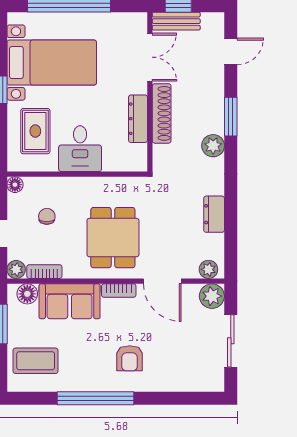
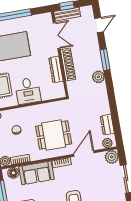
dresser: (214, 214) -> (107, 125), moved
dining table: (113, 238) -> (54, 135), turned 90
door: (162, 281) -> (84, 154), swing flipped

